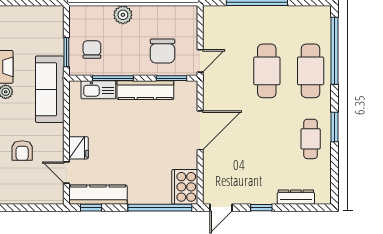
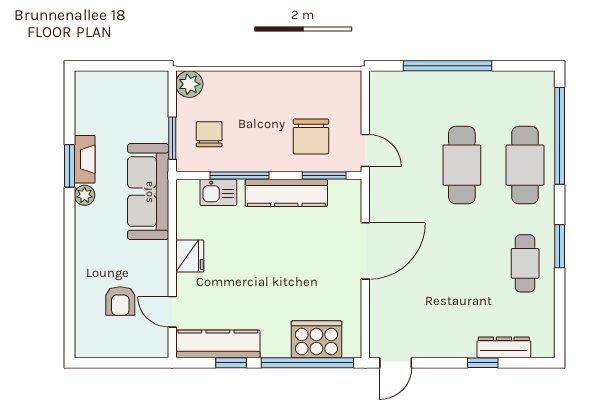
plant: (123, 15) -> (189, 84), moved
door: (200, 61) -> (365, 151), hinge flipped
kitchen sink: (98, 90) -> (218, 192), width x0.73
fridge: (79, 148) -> (190, 256), moved
armchair: (22, 151) -> (120, 301), moved
cooker: (185, 187) -> (316, 339), moved, turned 90
window: (91, 208) -> (231, 363), moved
window: (261, 208) -> (483, 363), moved

